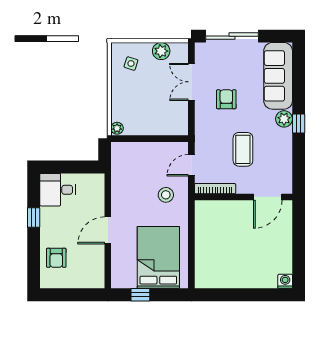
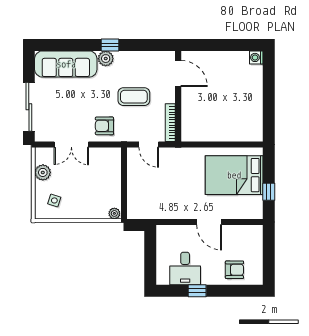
armchair: (226, 99) -> (104, 126), moved
desk: (58, 190) -> (185, 269), moved
stool: (166, 195) -> (176, 168), removed

